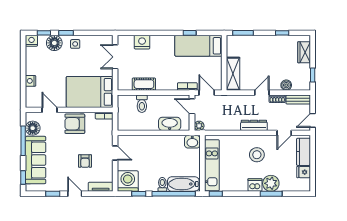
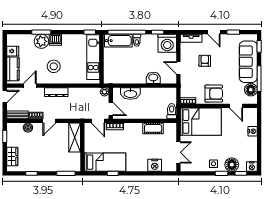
toilet: (142, 104) -> (172, 111), moved
washbasin: (192, 142) -> (153, 78), moved

